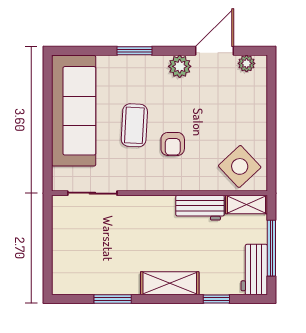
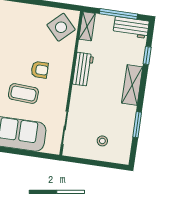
workbench: (200, 208) -> (83, 69), moved
stool: (81, 251) -> (102, 141), added

